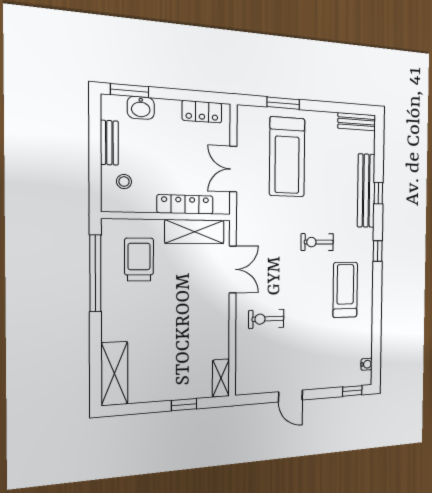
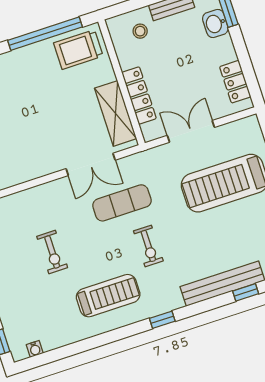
window: (378, 193) -> (246, 292), moved
exercise bike: (317, 242) -> (148, 246), turned 180
exercise mat: (275, 253) -> (122, 203), added
trolley: (139, 260) -> (78, 49), moved, turned 180
exercise bike: (266, 319) -> (52, 252), moved, turned 180

